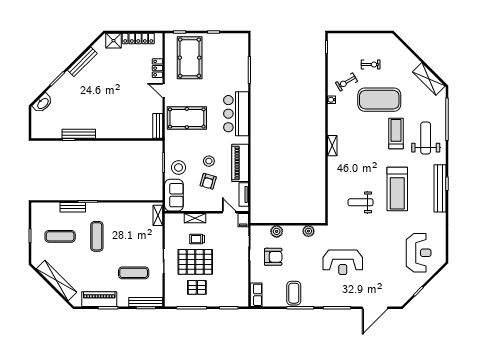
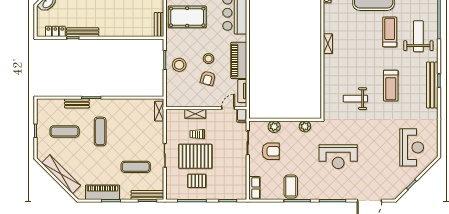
locker: (51, 133) -> (55, 31), added
treadmill: (397, 189) -> (391, 86), width x0.73, depth x0.73
sofa: (174, 195) -> (175, 92), removed
door: (229, 212) -> (228, 108), hinge flipped

